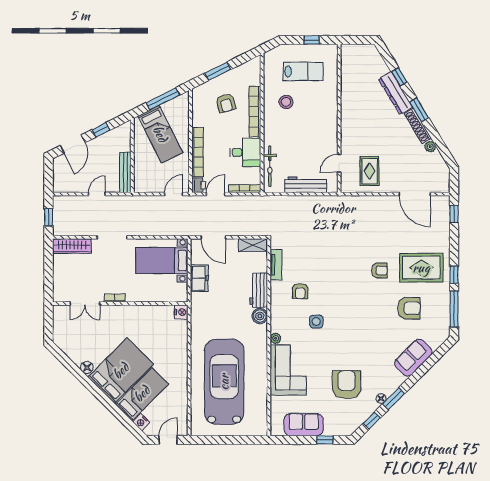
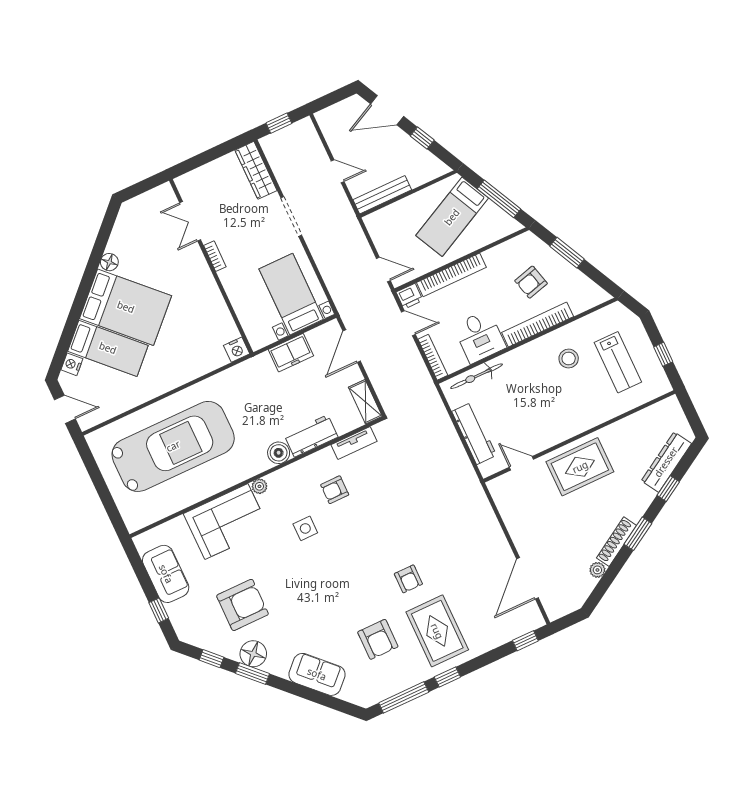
dresser: (396, 93) -> (666, 462), moved
rug: (370, 171) -> (580, 467), moved, width x1.36, depth x1.43
floor lamp: (381, 398) -> (253, 654), width x1.89, depth x1.89

